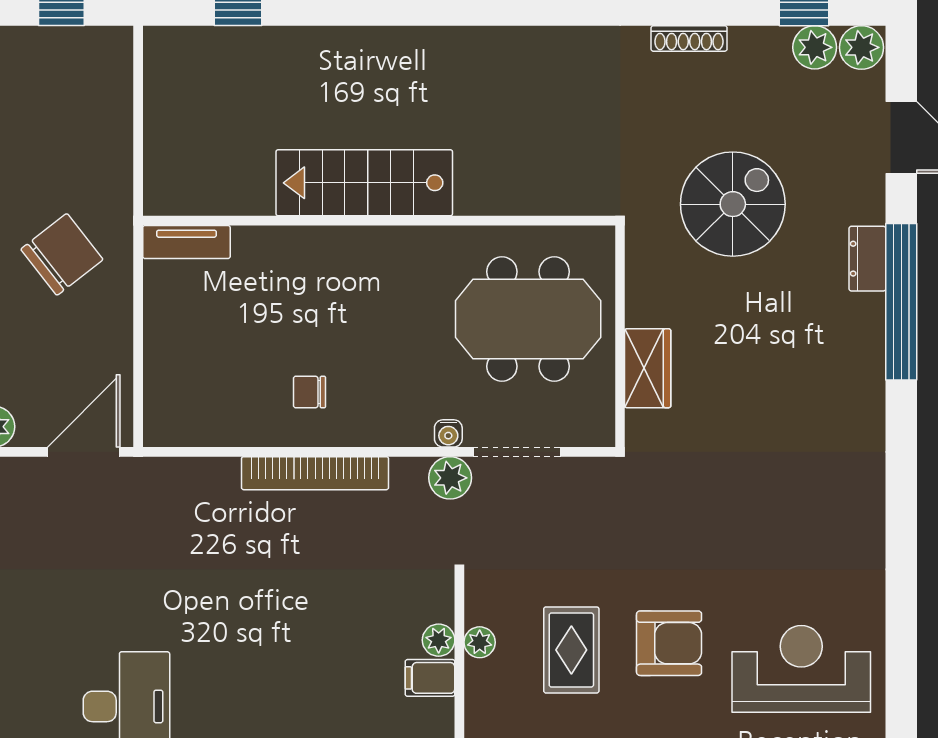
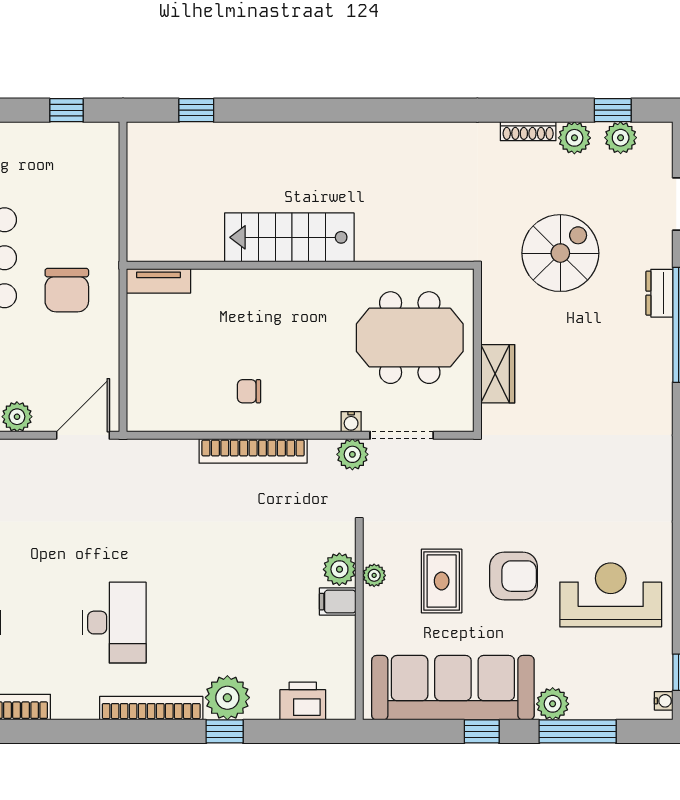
plant: (861, 47) -> (574, 138), moved
chair: (62, 254) -> (67, 290), turned 128
plant: (439, 640) -> (339, 569), width x1.38, depth x1.38

